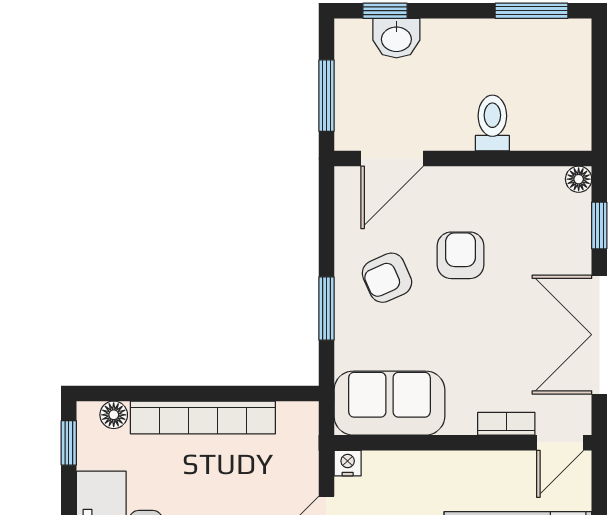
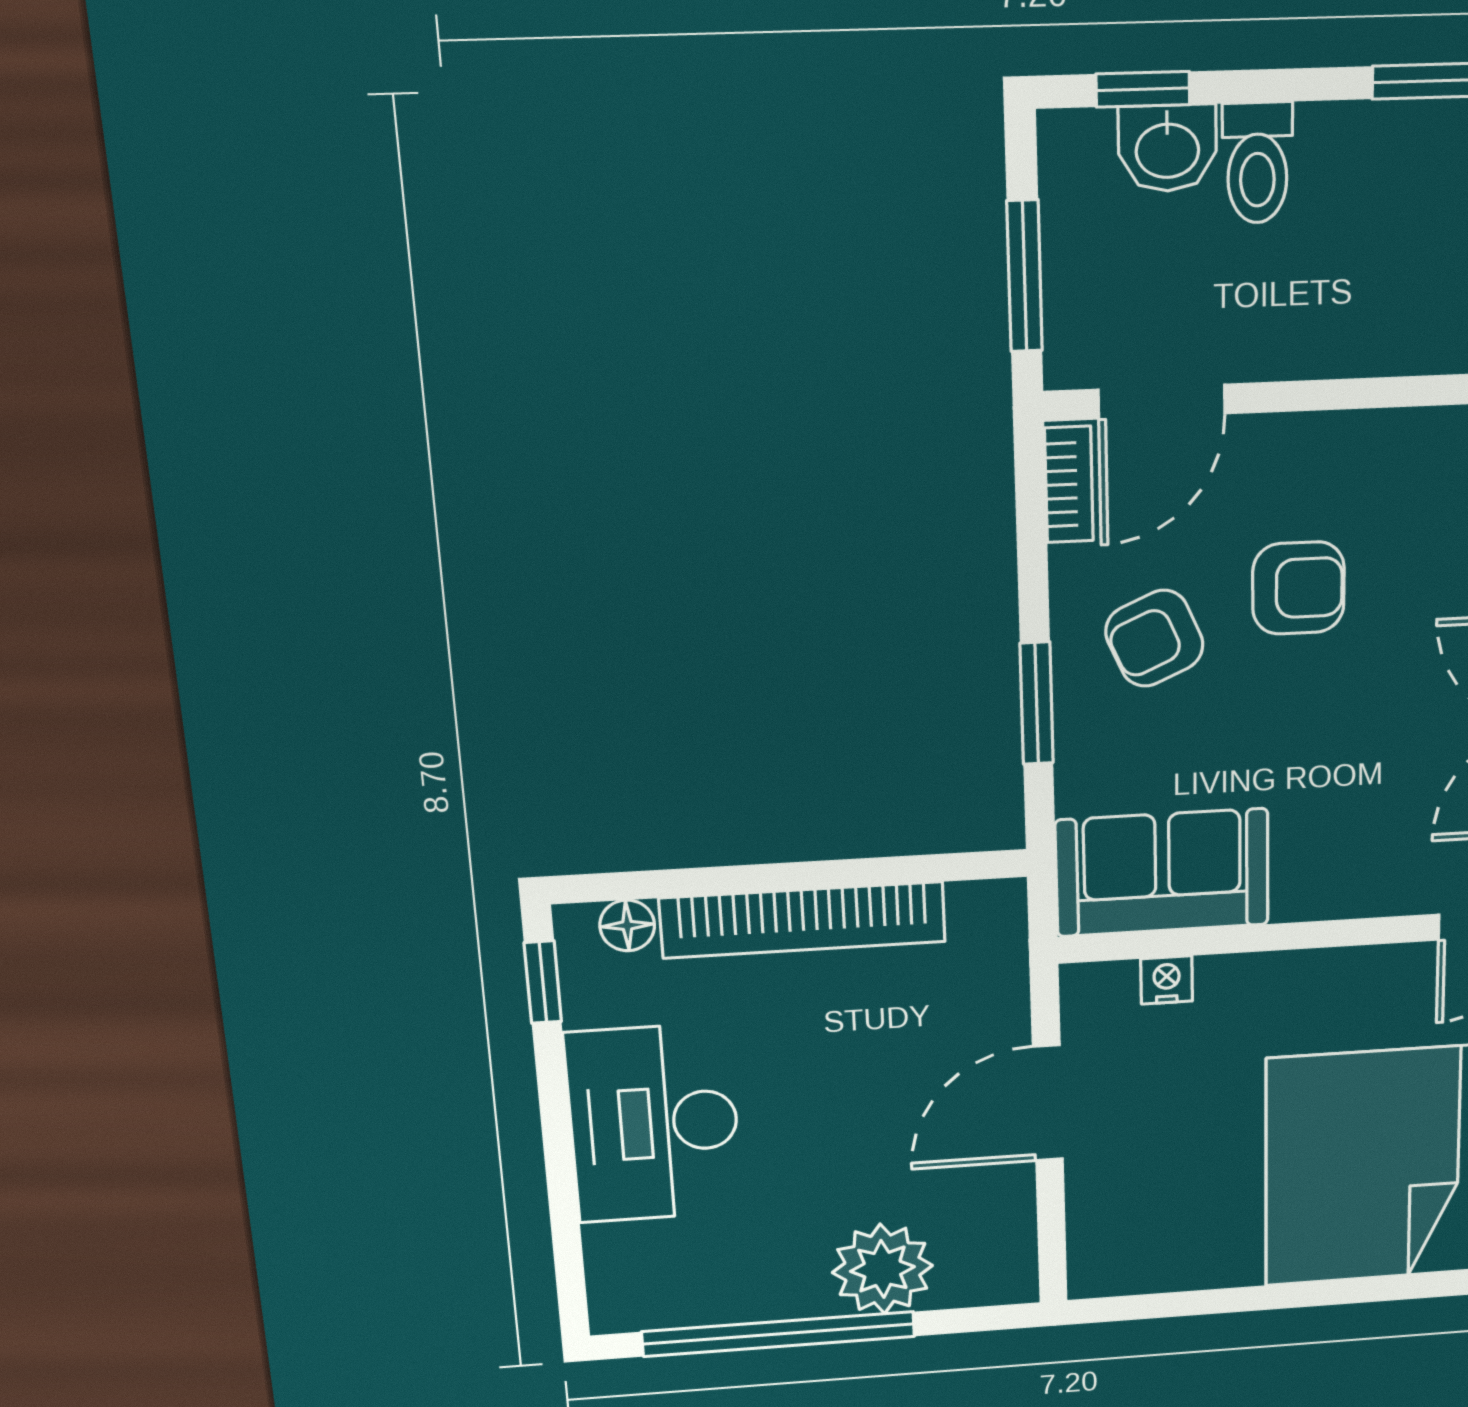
toilet: (492, 123) -> (1257, 163), moved, turned 180
armchair: (461, 255) -> (1298, 588), turned 90
bookcase: (506, 424) -> (1069, 484), moved, turned 90
nightstand: (348, 463) -> (1167, 980), moved

